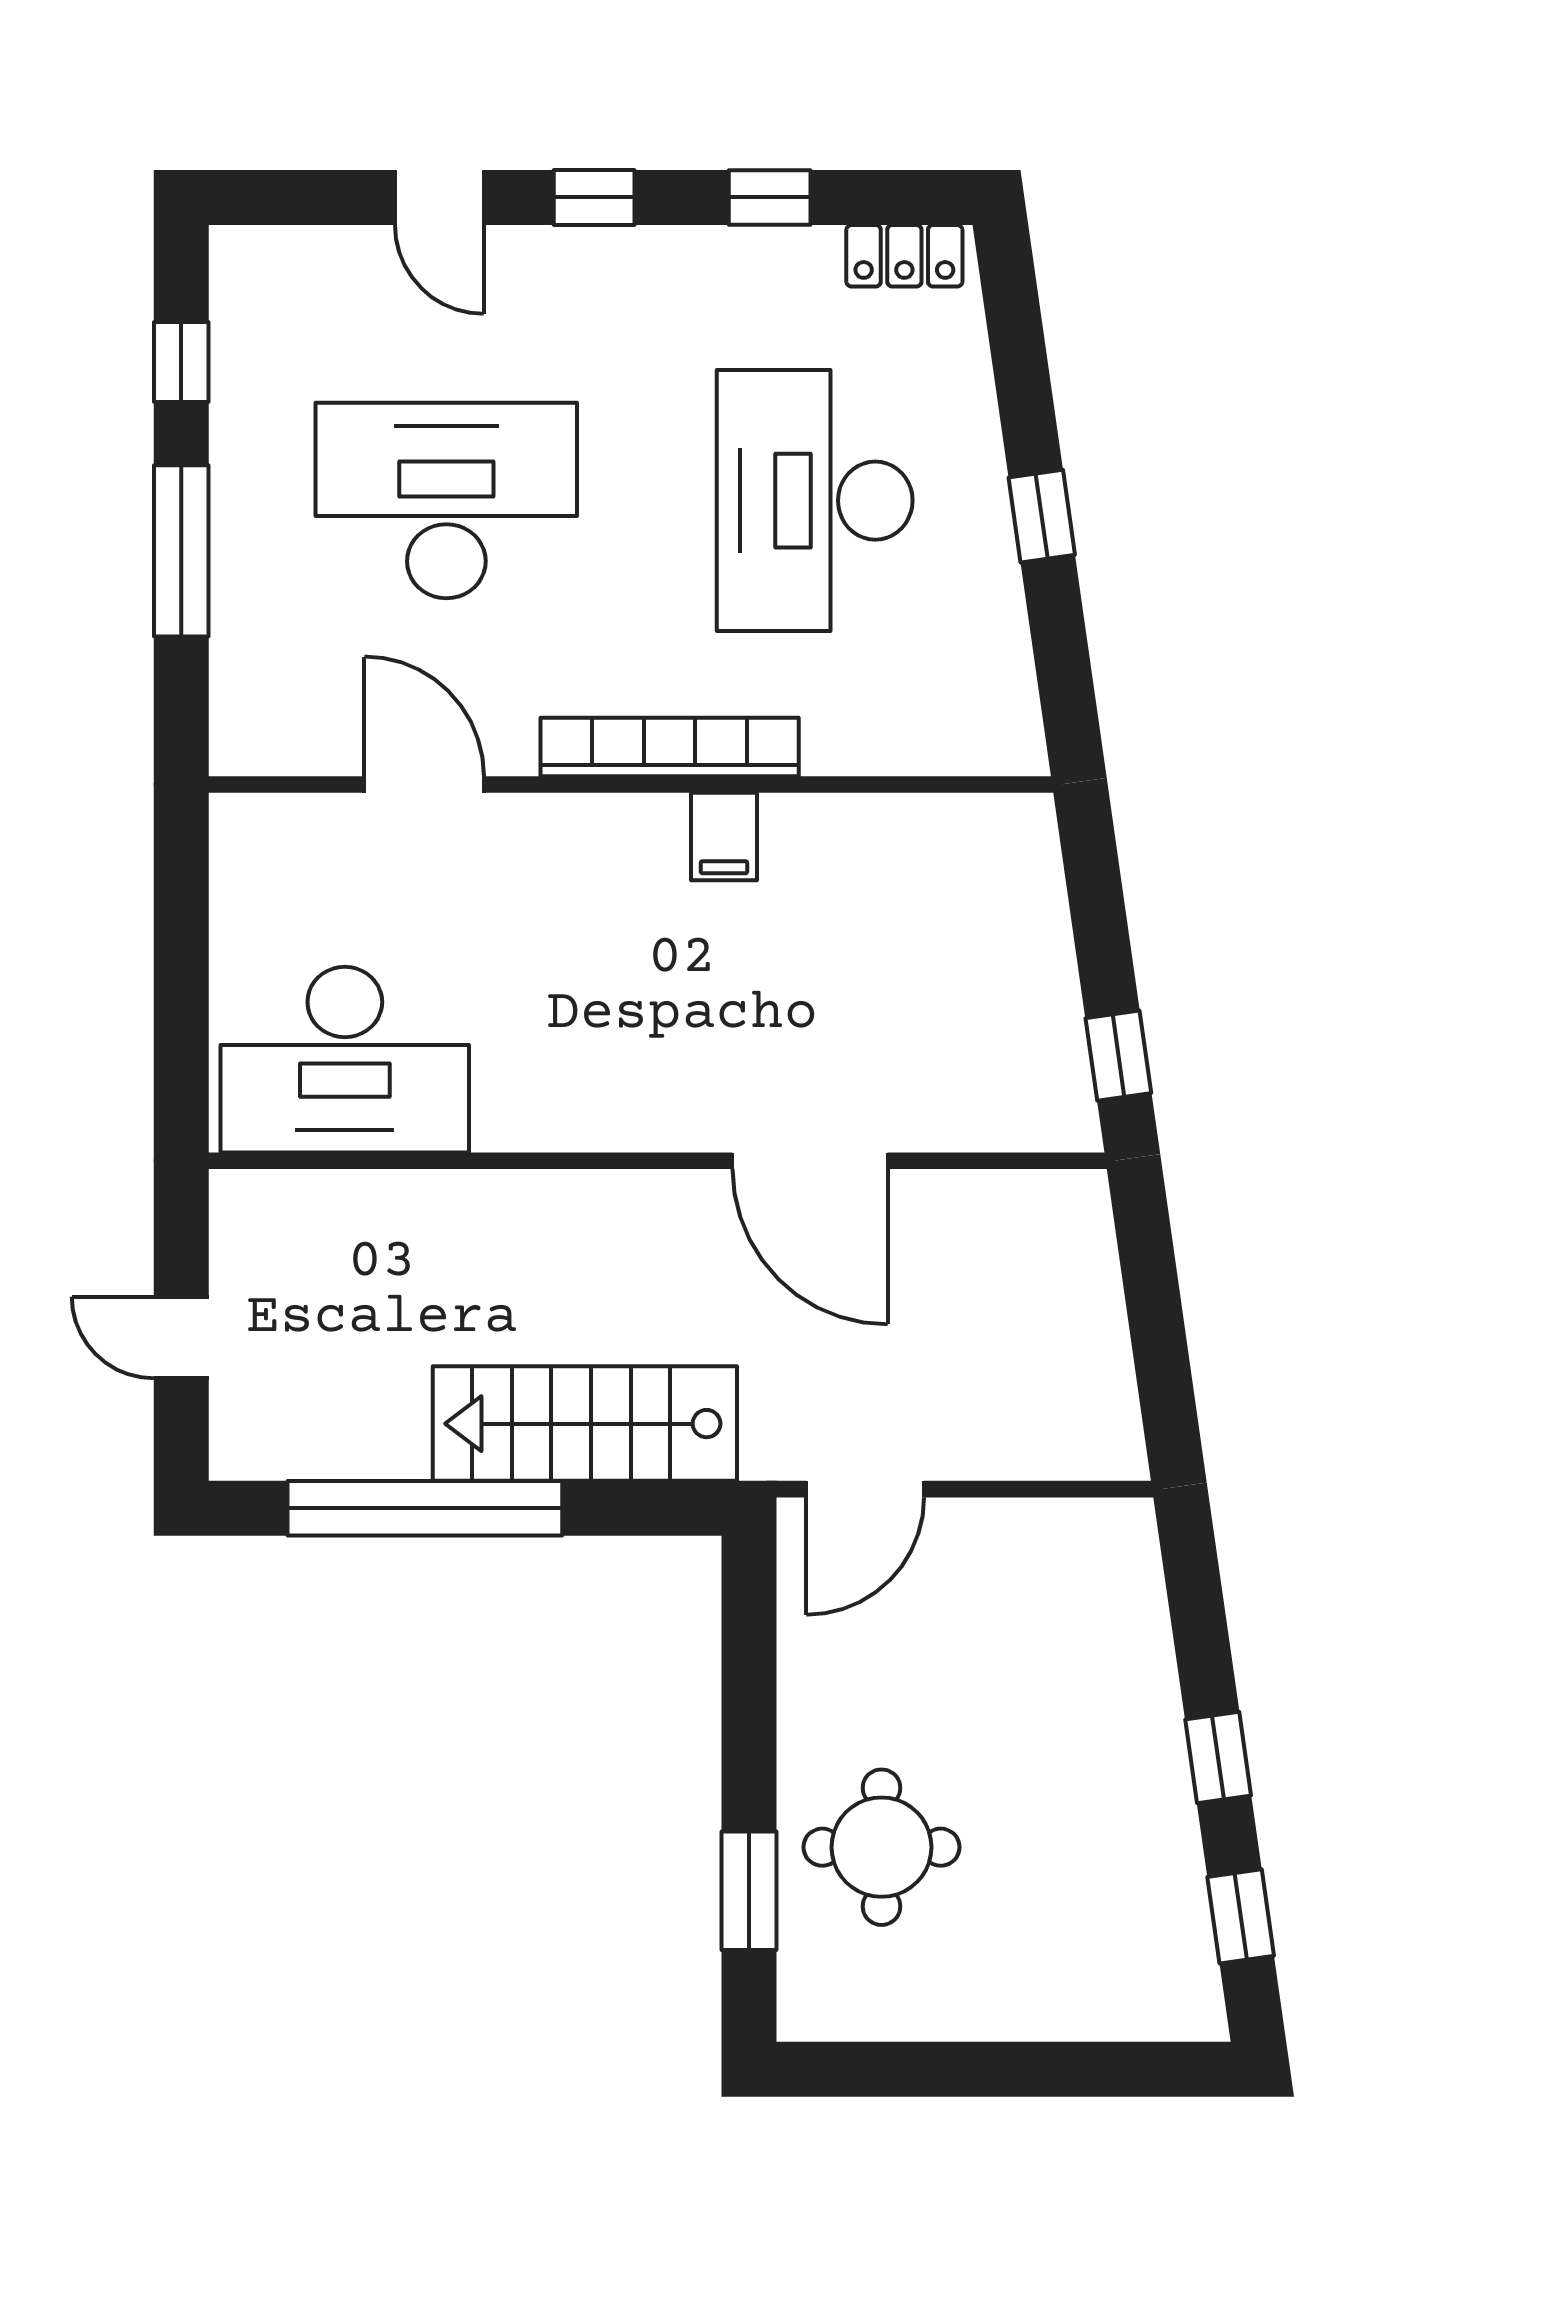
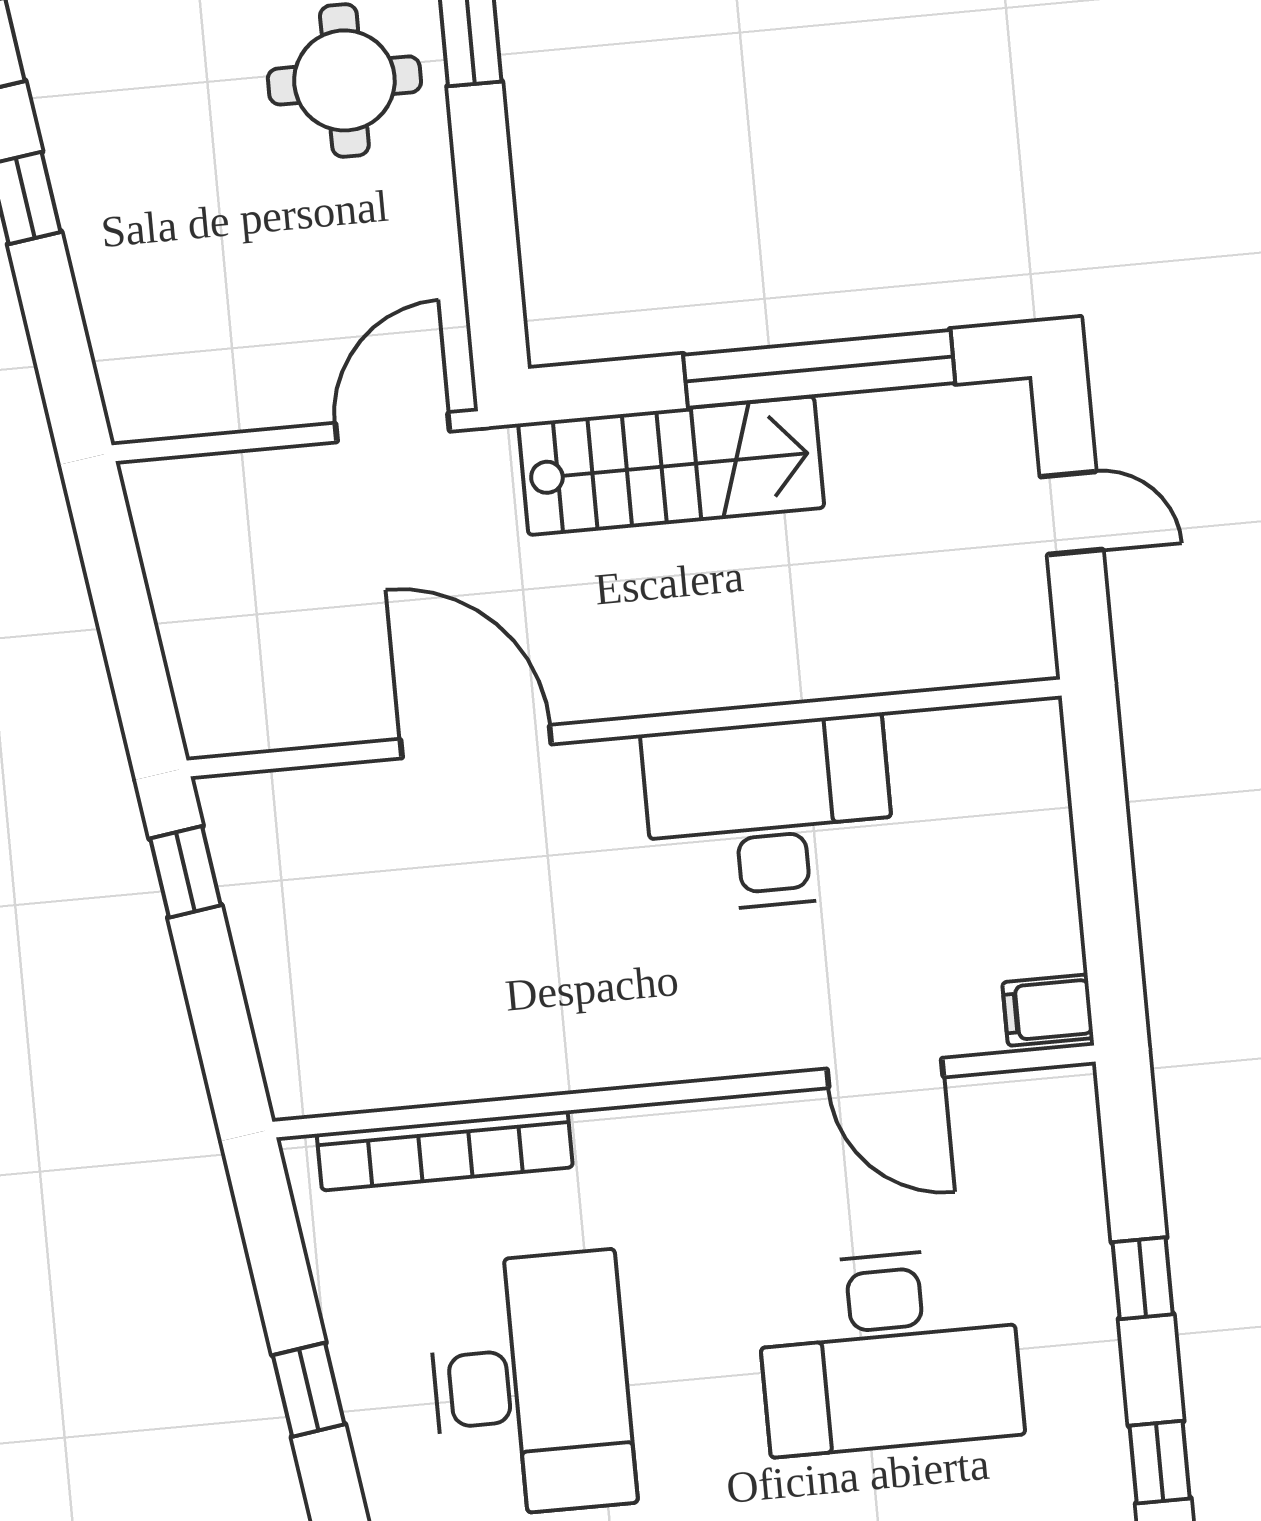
window: (181, 551) -> (1143, 1278), width x0.46
bookcase: (670, 747) -> (445, 1151), moved
filing cabinet: (724, 837) -> (1048, 1010), moved, turned -90
desk: (345, 1060) -> (769, 814), moved

